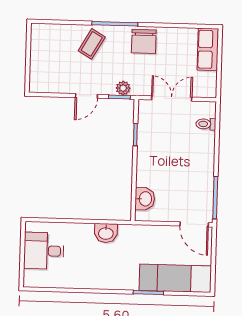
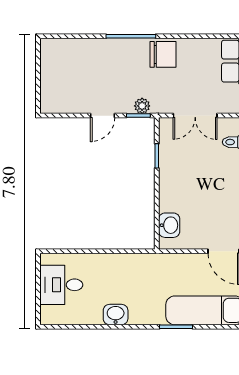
chair: (144, 41) -> (163, 54), turned -90
coffee table: (92, 44) -> (107, 59), removed
double door: (172, 98) -> (195, 116), swing flipped
washbasin: (106, 233) -> (116, 315), moved, turned 180

